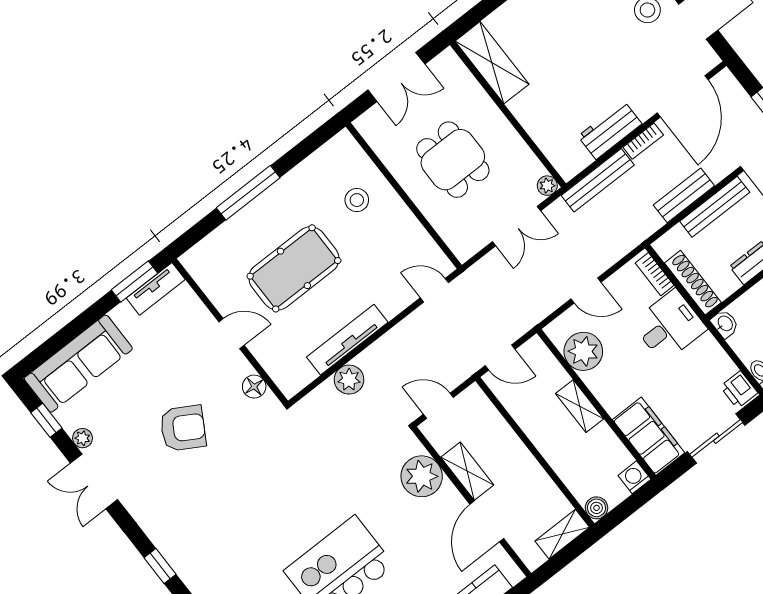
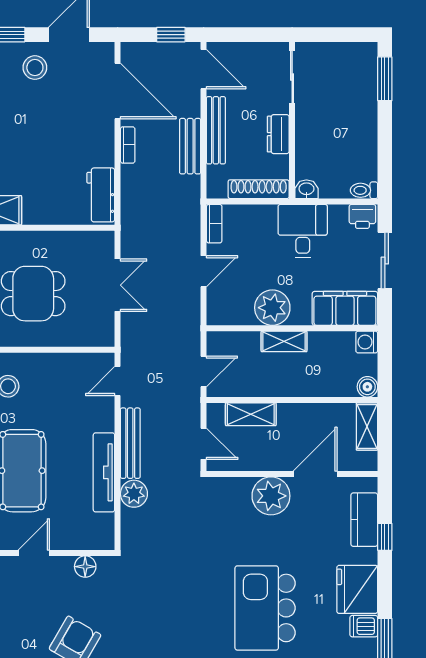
workbench: (610, 130) -> (101, 195), moved
bench: (598, 180) -> (130, 443), moved
plant: (547, 186) -> (106, 240), removed
bookcase: (655, 274) -> (214, 224), moved, turned -90
desk: (669, 326) -> (303, 231), moved
plant: (583, 351) -> (272, 308), moved
door: (438, 406) -> (204, 444), swing flipped
shelving: (467, 471) -> (251, 414), moved
plant: (422, 476) -> (271, 496), moved
door: (487, 521) -> (315, 474), swing flipped

